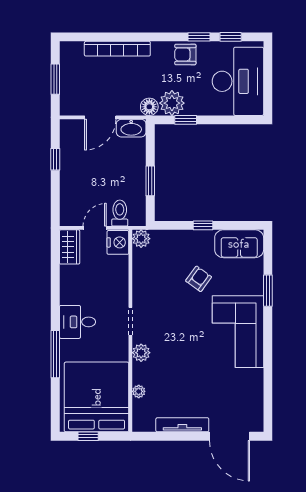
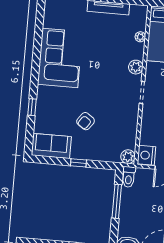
window: (150, 181) -> (117, 201), width x1.44
toilet: (120, 213) -> (129, 177), moved
window: (268, 291) -> (32, 107), width x0.67
corner sofa: (238, 332) -> (60, 58), moved

